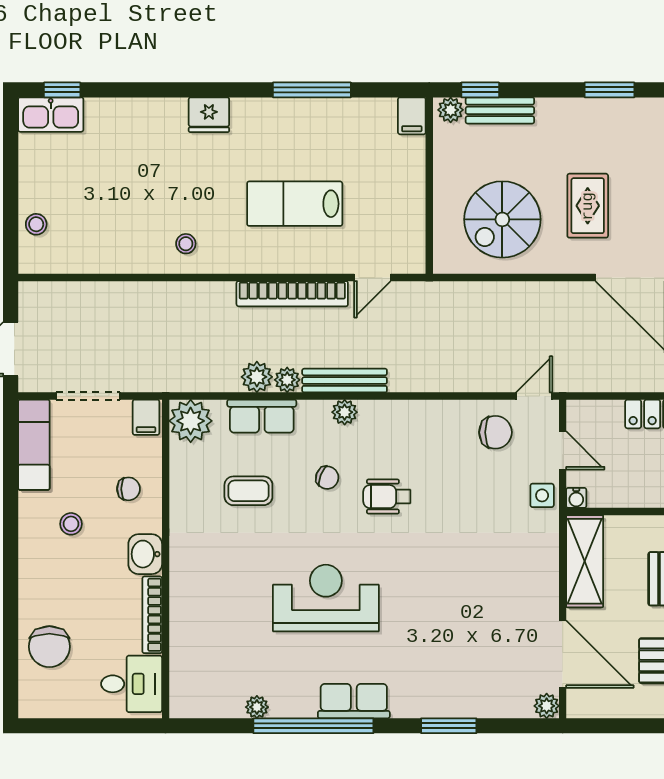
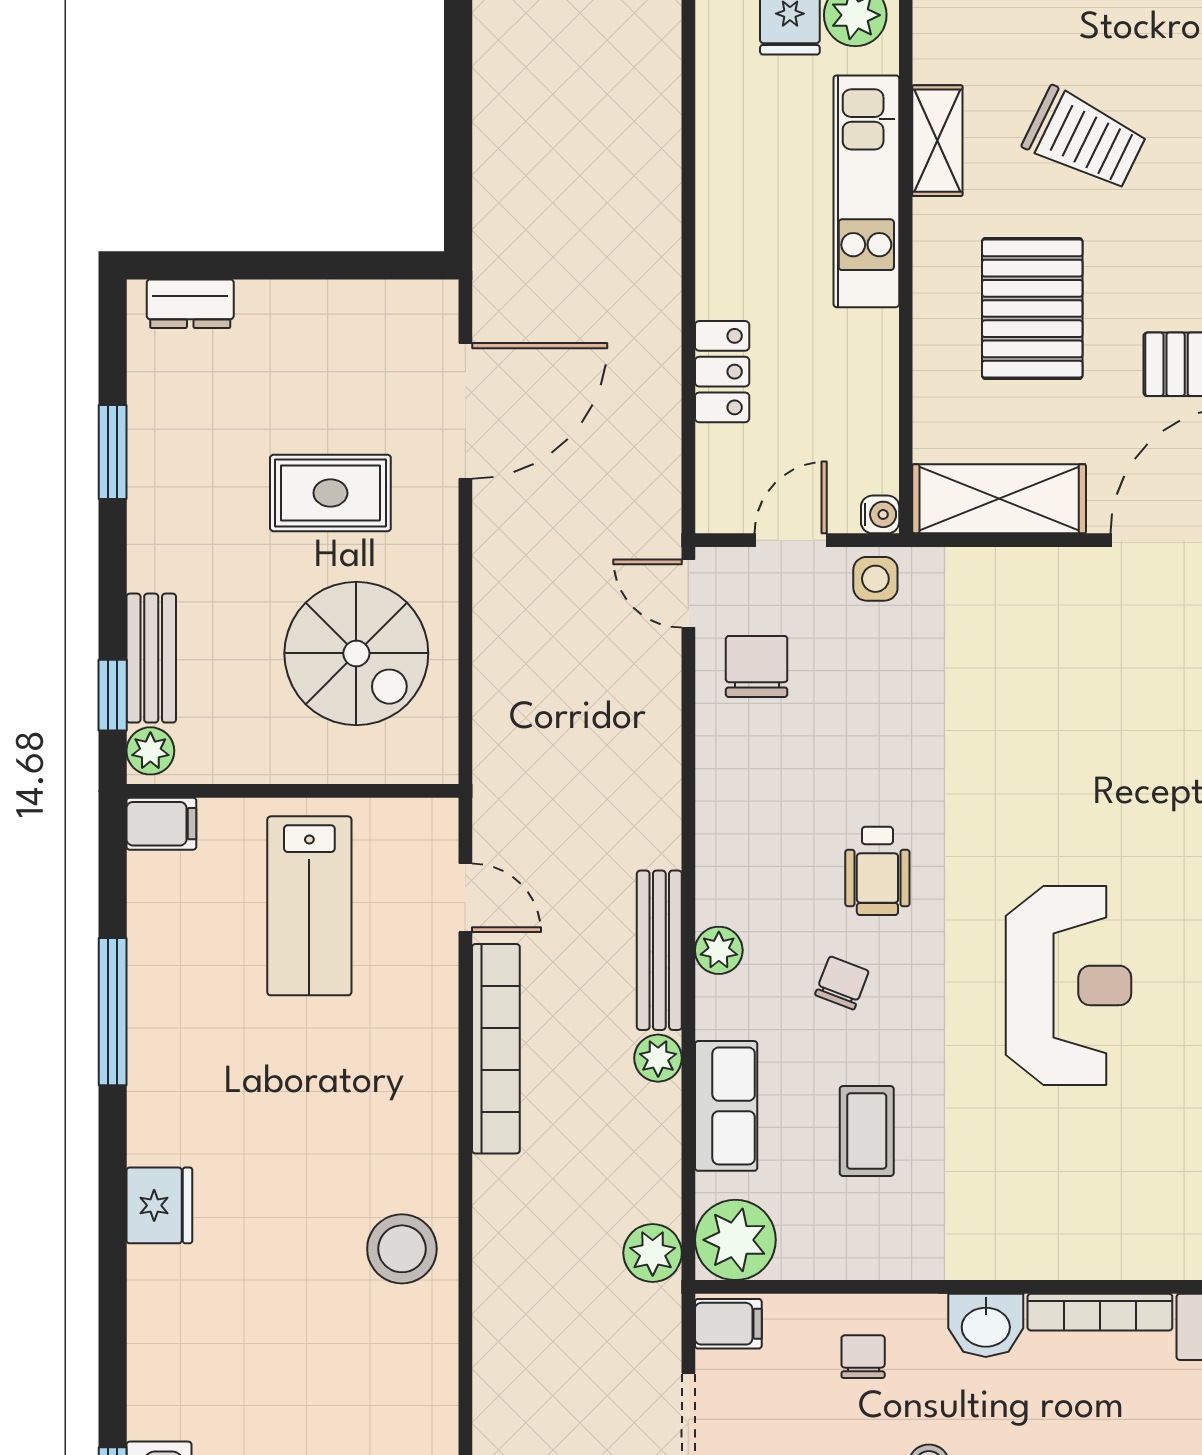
lab bench: (295, 204) -> (309, 906), moved
stool: (186, 244) -> (402, 1249), width x1.89, depth x1.89
plant: (257, 377) -> (653, 1253), moved
reception desk: (326, 598) -> (1068, 985), turned 180

